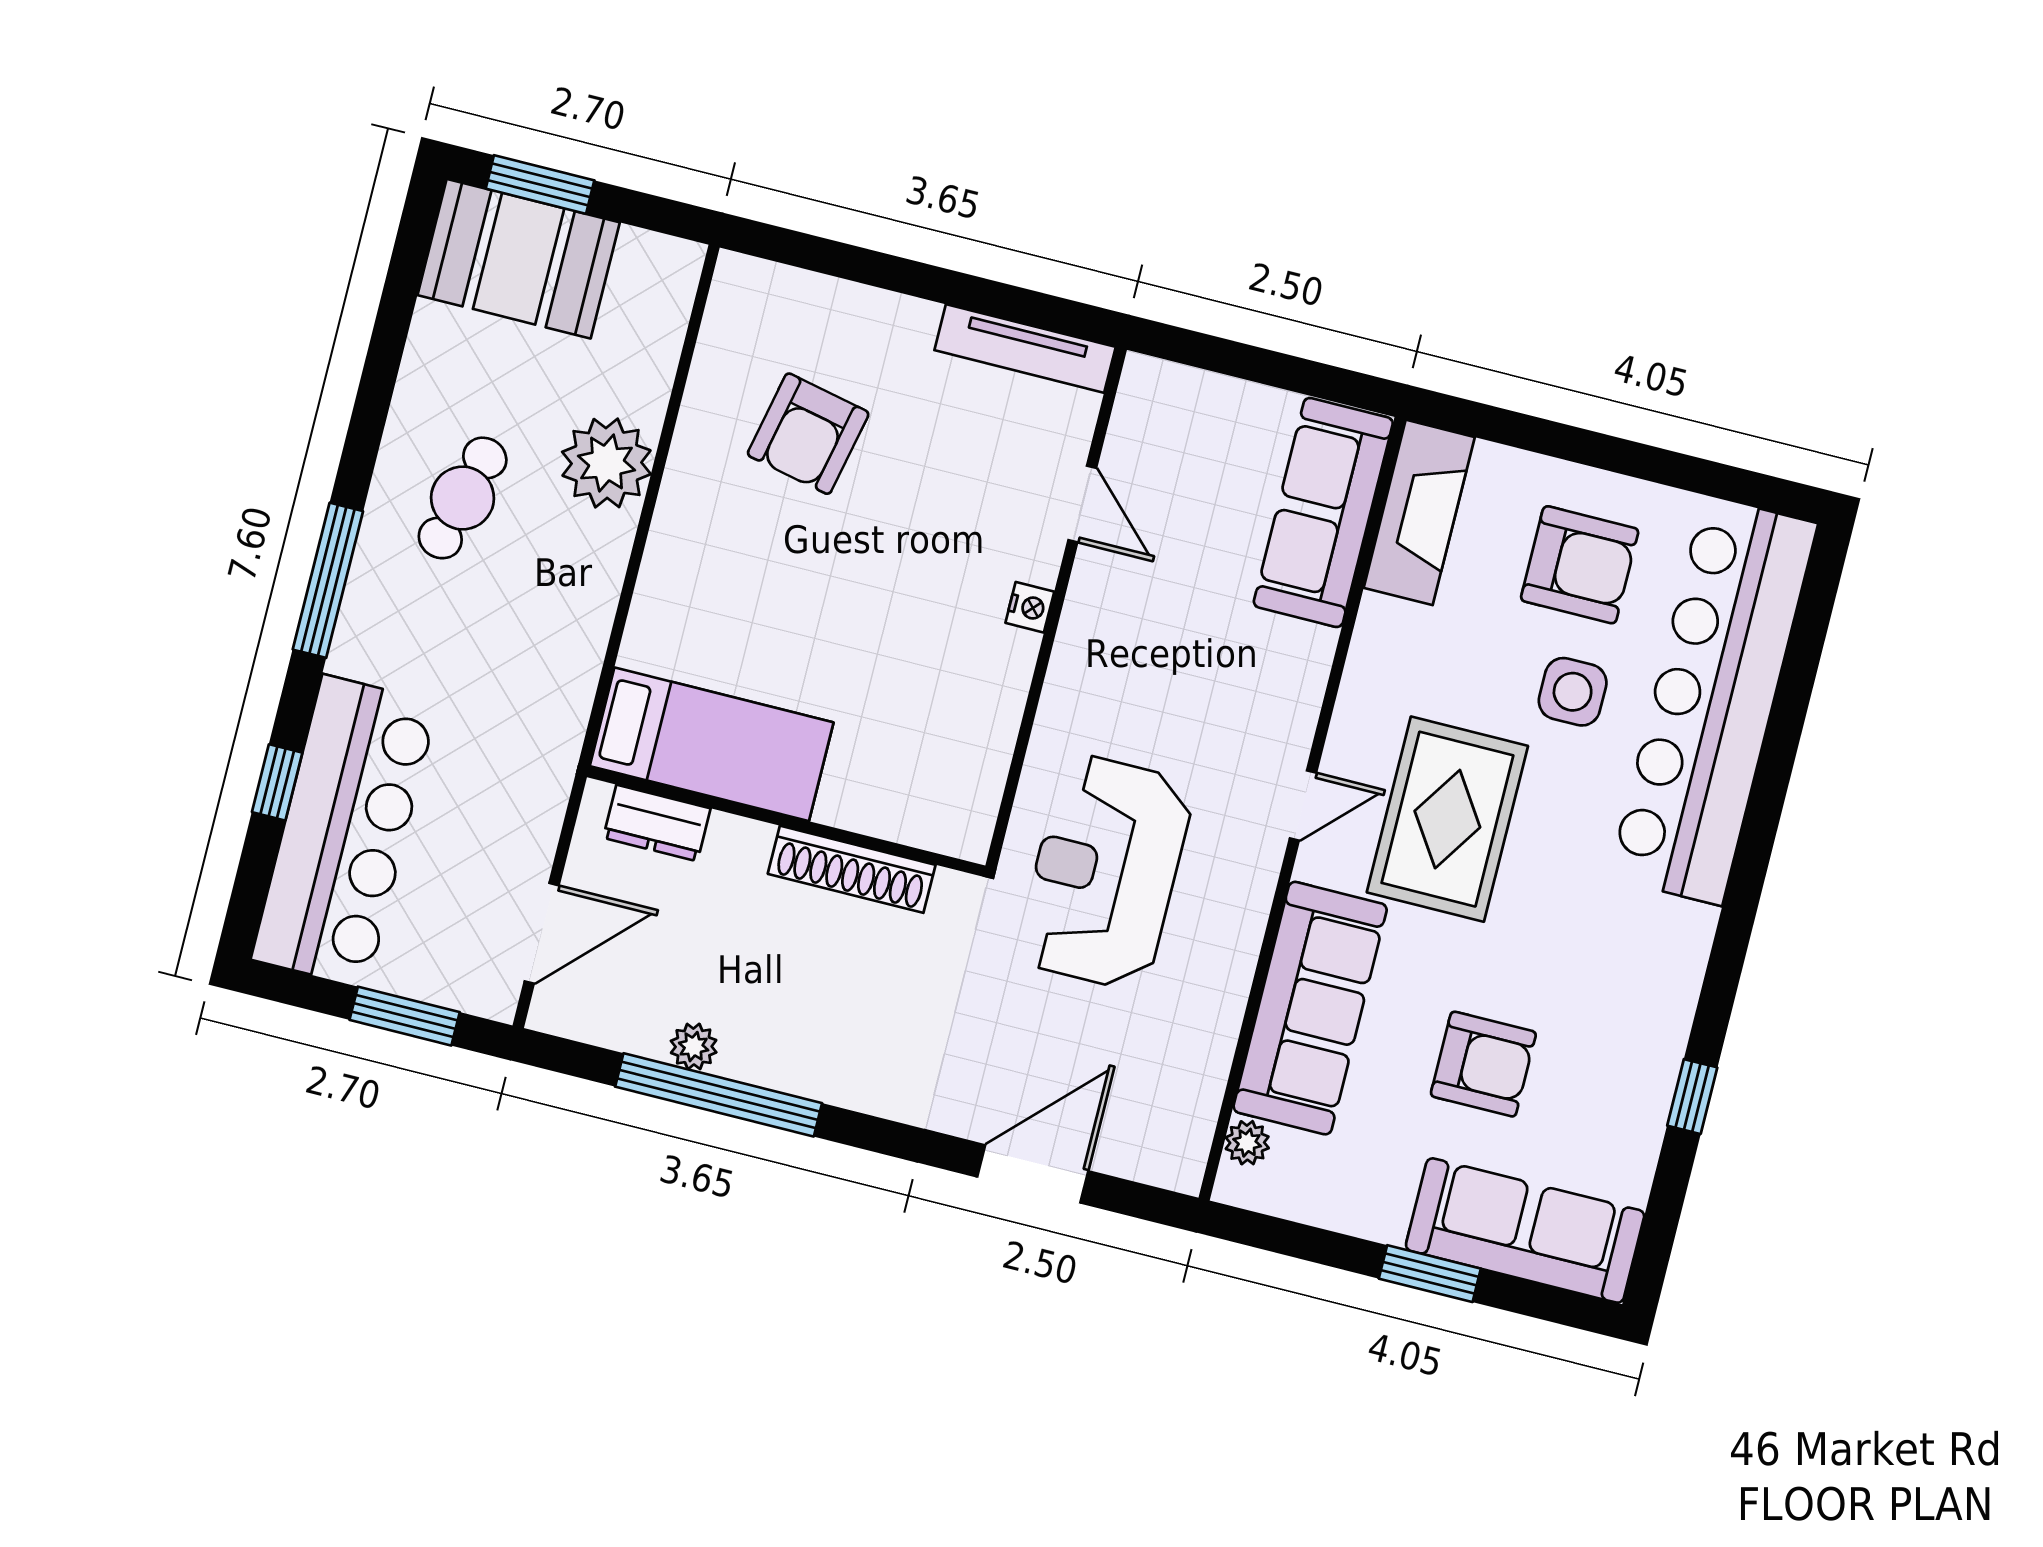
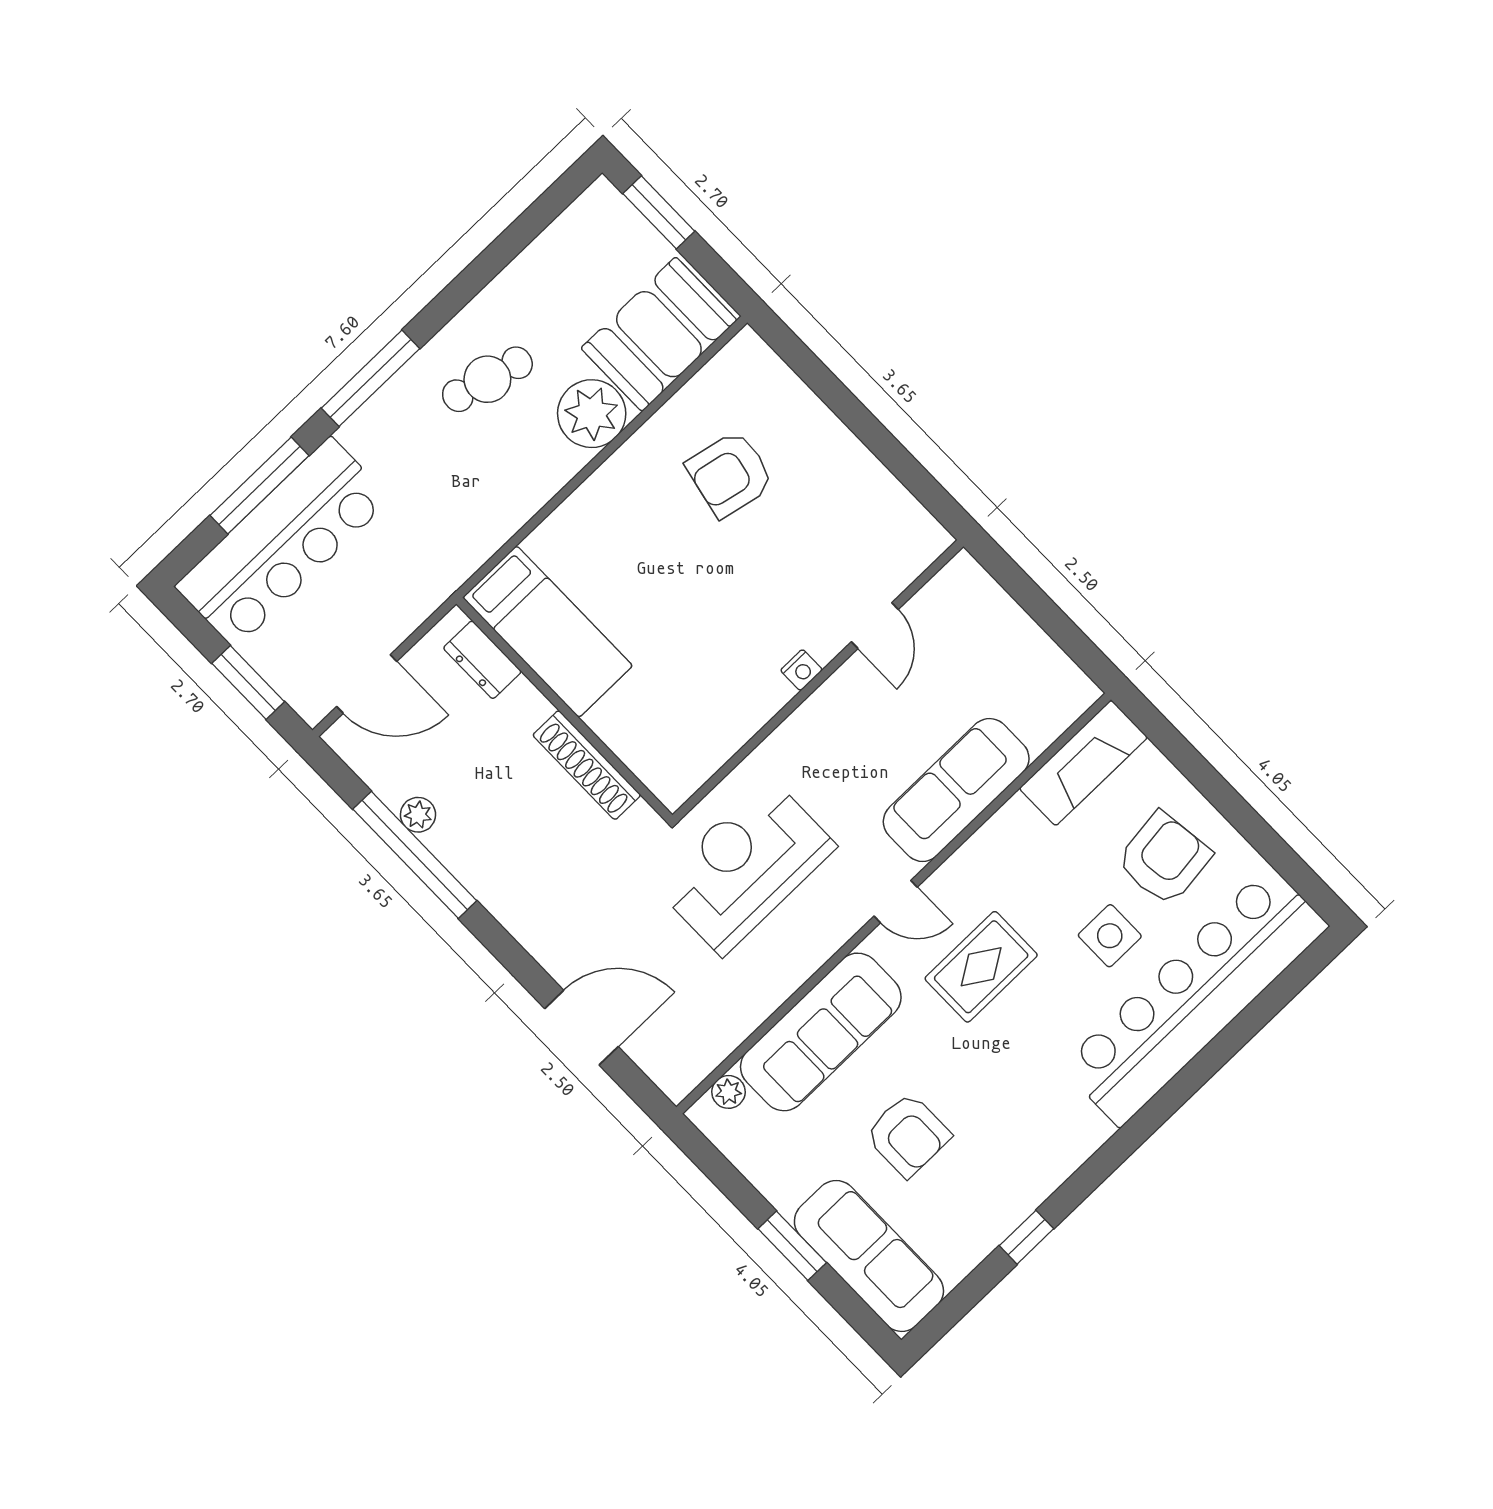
booth: (519, 259) -> (659, 334), moved, turned 90
tv unit: (1025, 349) -> (900, 505), removed
sofa: (1323, 512) -> (956, 790), moved
armchair: (1580, 565) -> (1164, 859), turned -97
window: (277, 782) -> (259, 486), width x2.17
rug: (1447, 819) -> (981, 967), width x0.73, depth x0.70

